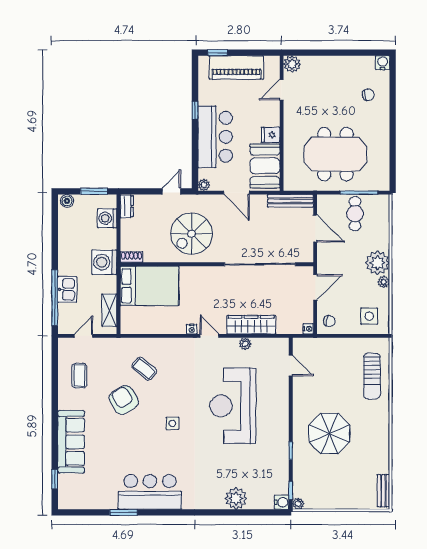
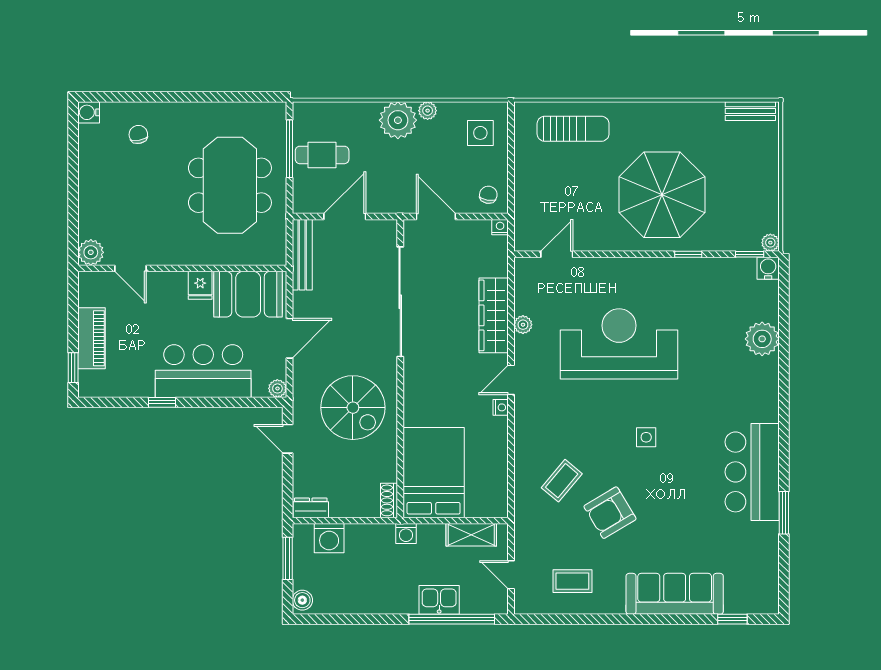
piano: (236, 67) -> (91, 338), width x0.73, depth x0.75
washing machine: (104, 262) -> (406, 534), width x0.53, depth x0.53
reception desk: (233, 406) -> (619, 344), turned 180
parasol: (329, 434) -> (662, 195), width x1.36, depth x1.36

